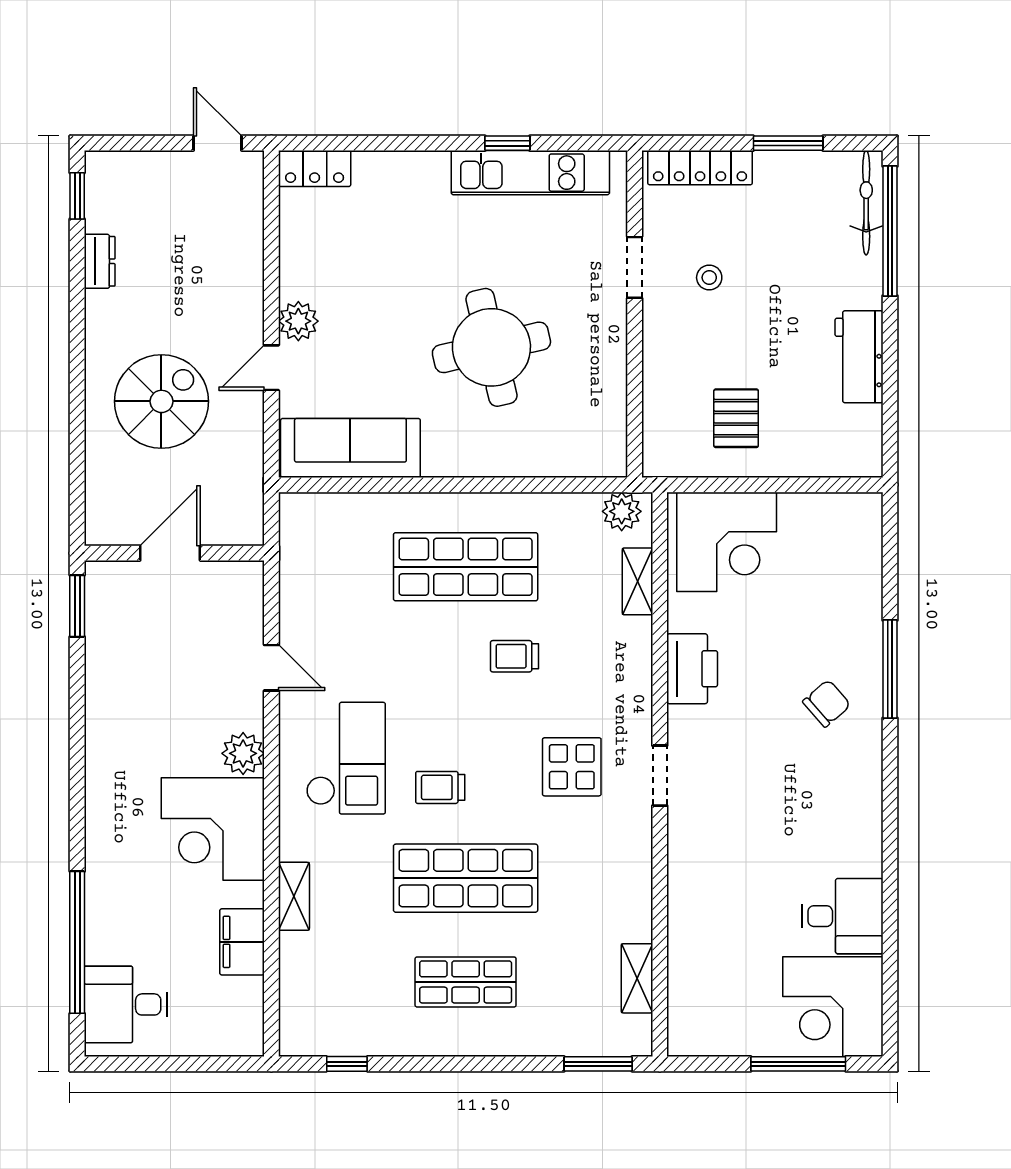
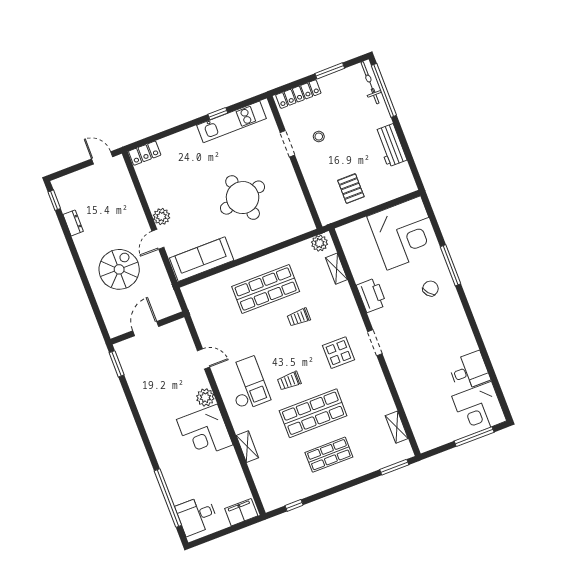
corner desk: (727, 542) -> (404, 233), moved, width x1.36, depth x1.36
filing cabinet: (242, 942) -> (241, 512), moved, turned 90

